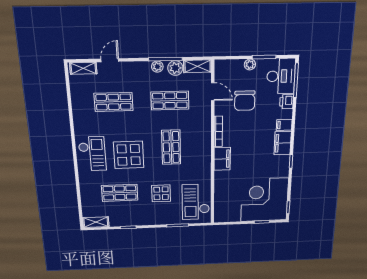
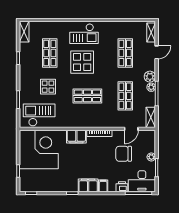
door: (110, 60) -> (157, 52), hinge flipped
plant: (175, 68) -> (150, 77), moved
corner desk: (264, 200) -> (39, 149), moved

